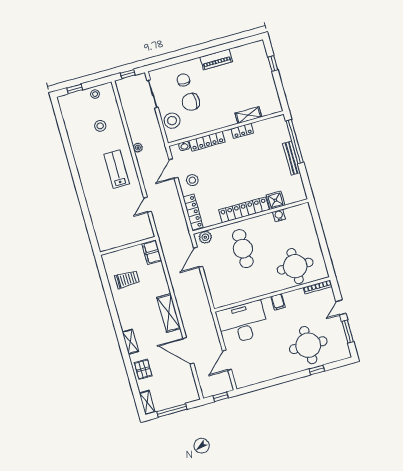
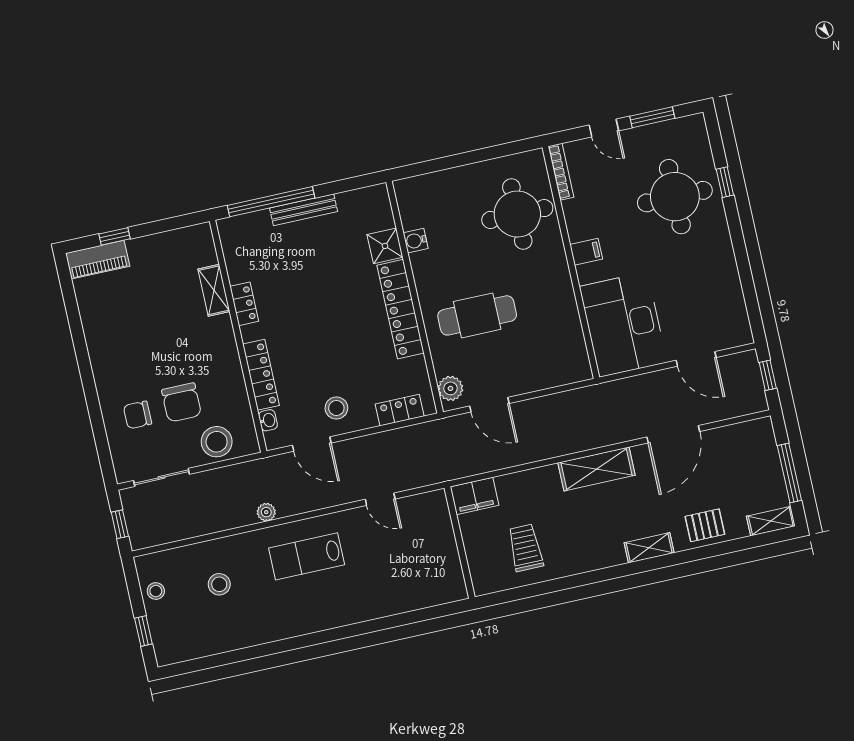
piano: (216, 59) -> (98, 260), moved, turned 90
locker: (193, 212) -> (400, 410), width x0.66

